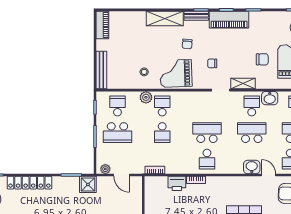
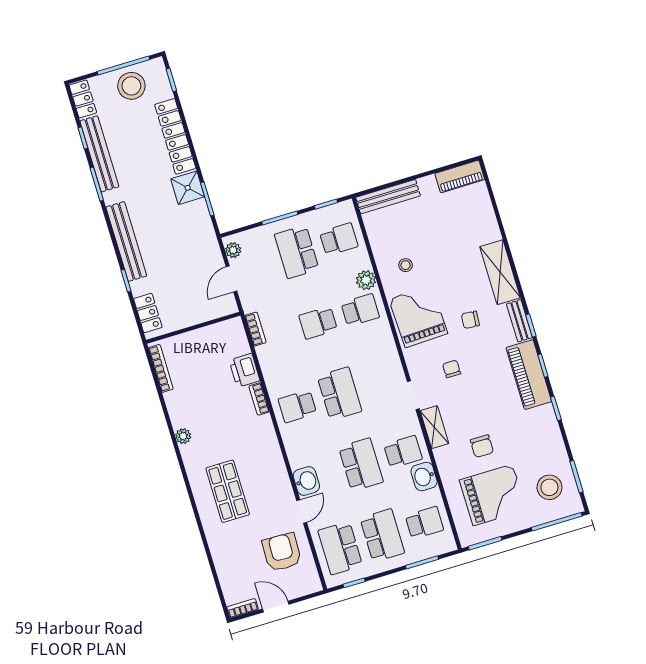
shower: (88, 184) -> (188, 188), moved

